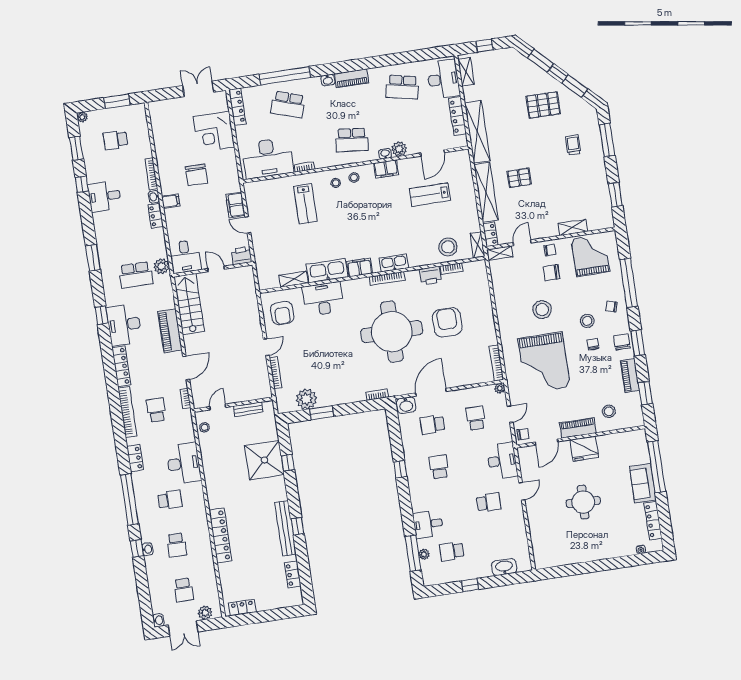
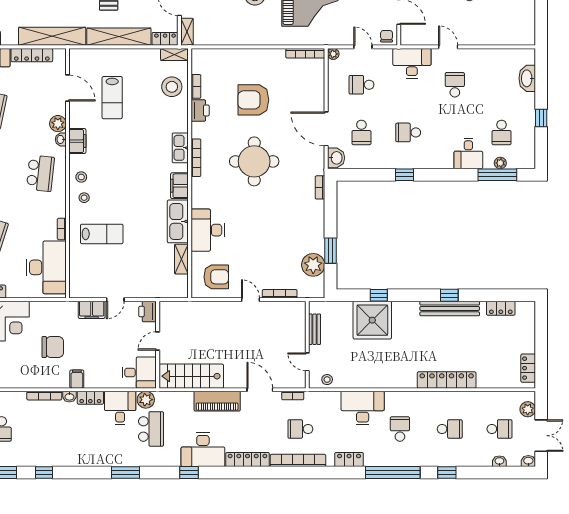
desk: (105, 196) -> (120, 408), moved, turned 180
round table: (392, 332) -> (254, 161), width x0.73, depth x0.73
washbasin: (147, 549) -> (499, 461), moved

